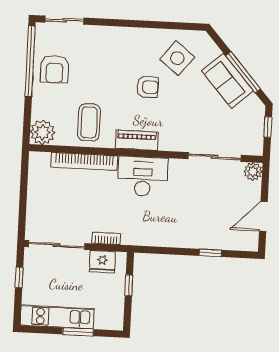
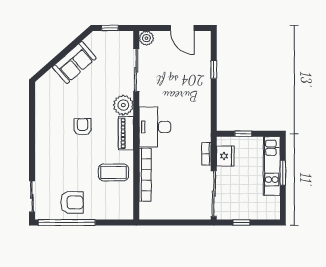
side table: (177, 58) -> (58, 104), removed
window: (243, 72) -> (67, 50), removed
plant: (43, 132) -> (123, 105), moved
kitchen unit: (57, 317) -> (272, 166), moved

